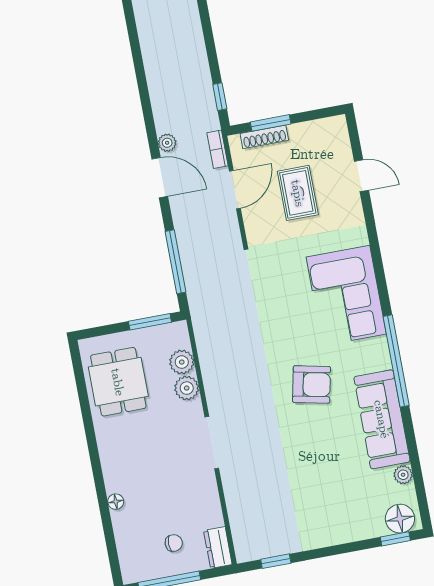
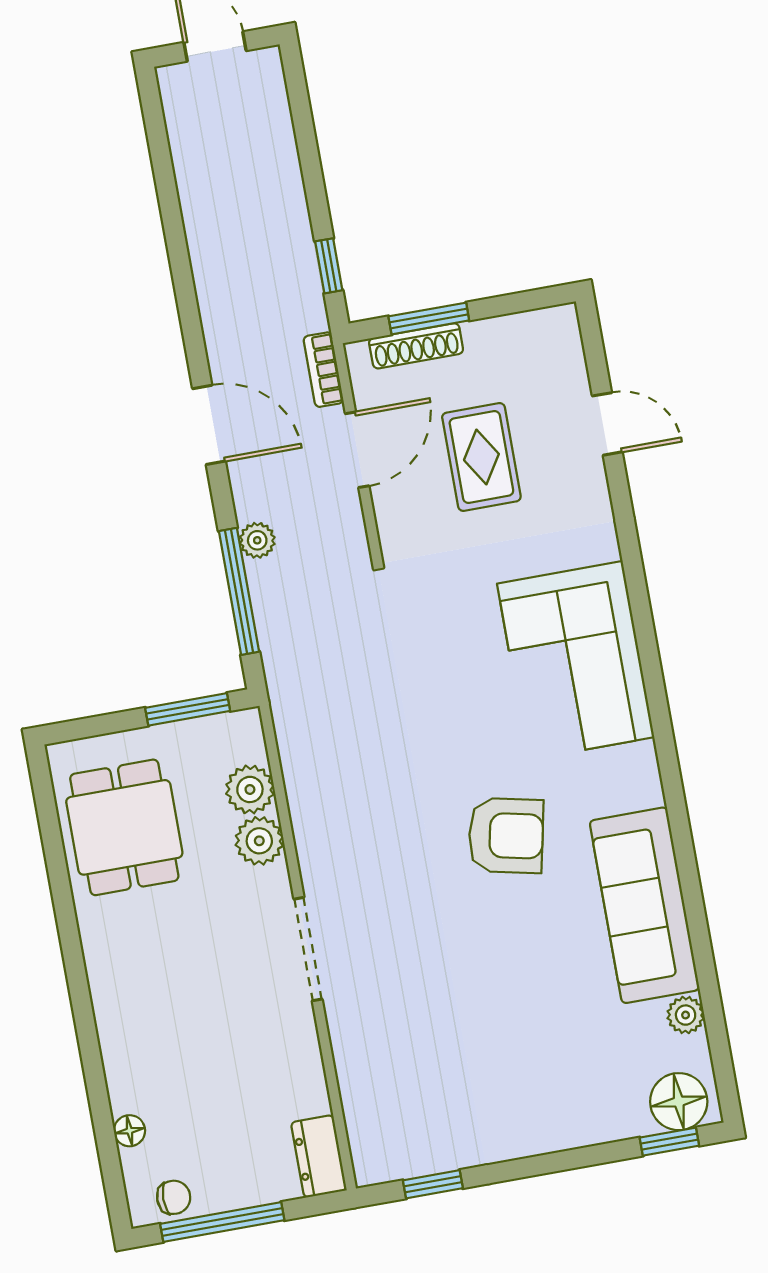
plant: (167, 143) -> (257, 540), moved
window: (396, 361) -> (673, 790), removed
floor lamp: (116, 502) -> (129, 1131), moved
chair: (174, 543) -> (174, 1197), moved

